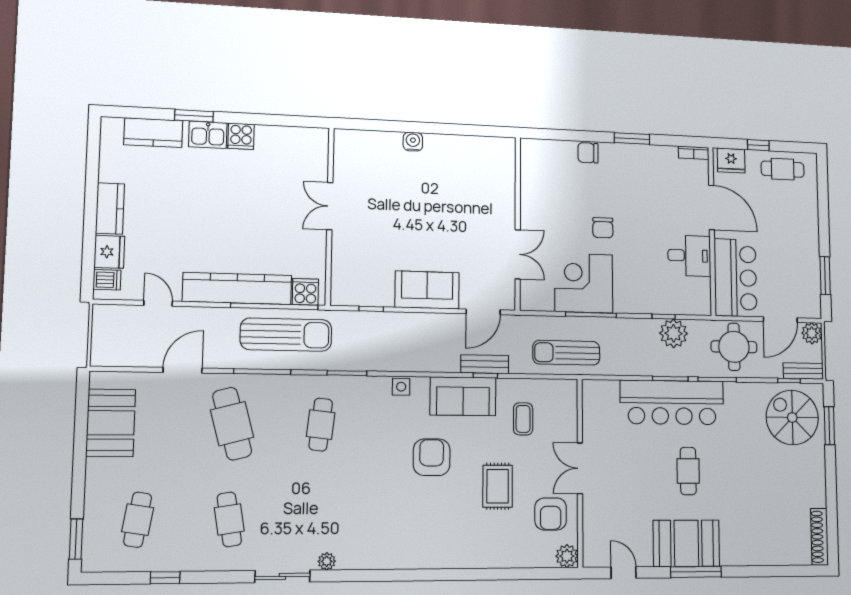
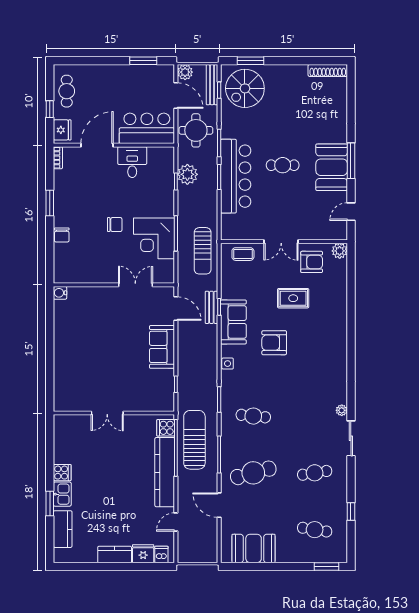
water cooler: (413, 142) -> (60, 293), moved
bench: (803, 371) -> (212, 85), width x1.36
coffee table: (523, 419) -> (243, 254), moved

